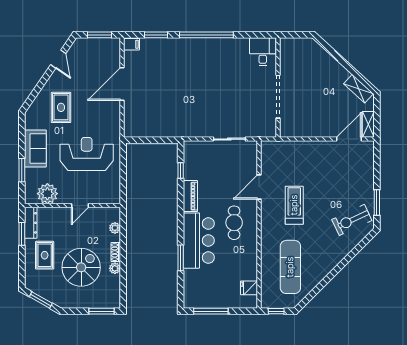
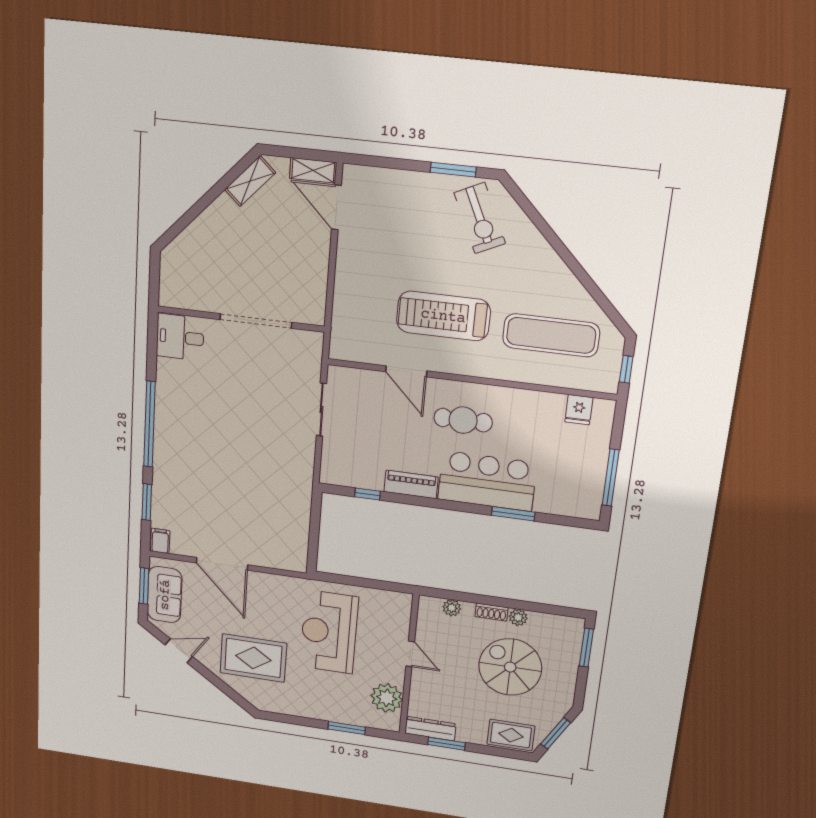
rug: (61, 107) -> (253, 658), width x1.36, depth x1.43
sofa: (35, 149) -> (165, 595), moved, turned 90
treadmill: (294, 205) -> (443, 316), width x1.37, depth x1.38
rug: (45, 255) -> (511, 735), moved

